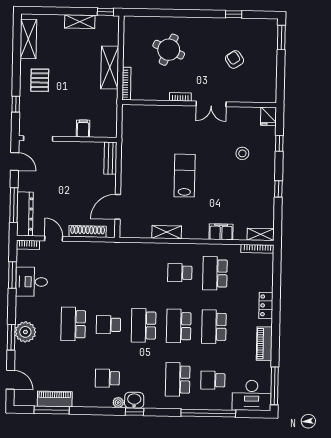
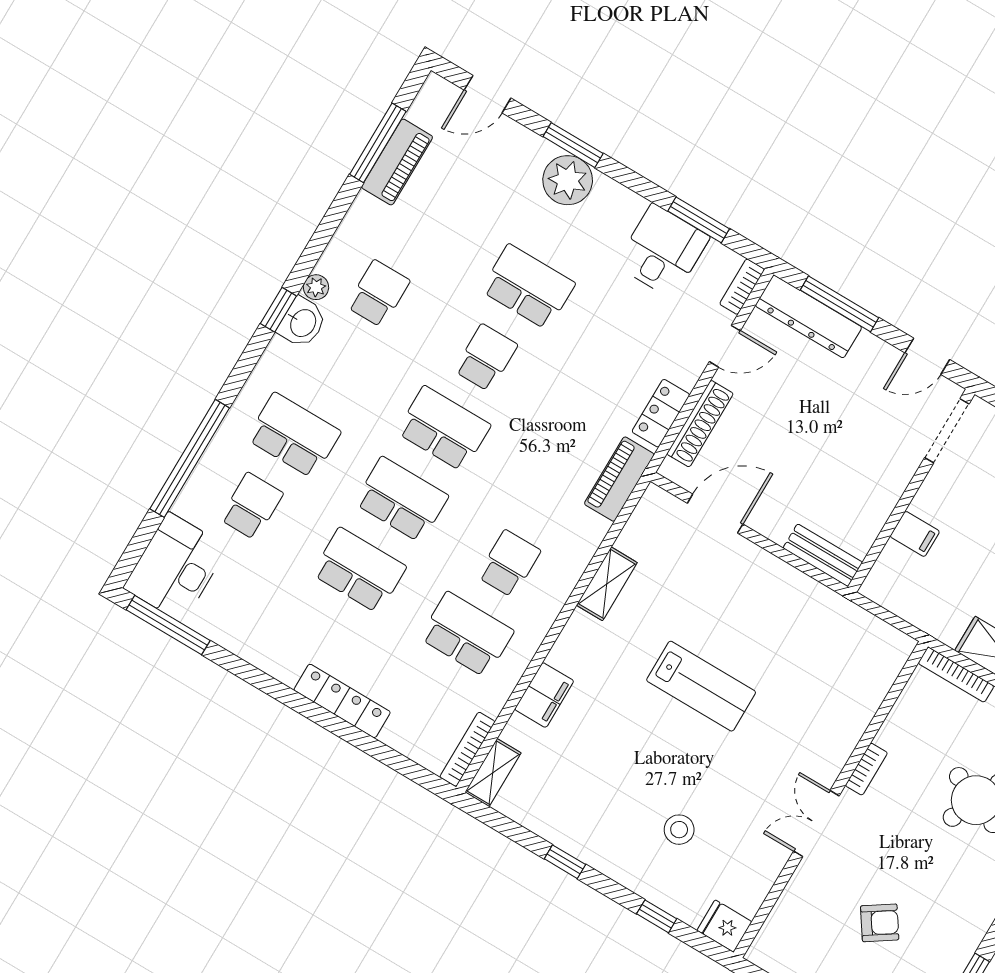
door: (118, 207) -> (715, 514), hinge flipped
locker: (92, 248) -> (661, 413), added
locker: (266, 305) -> (342, 701), width x1.53
piano: (264, 344) -> (619, 479), moved, turned -90

